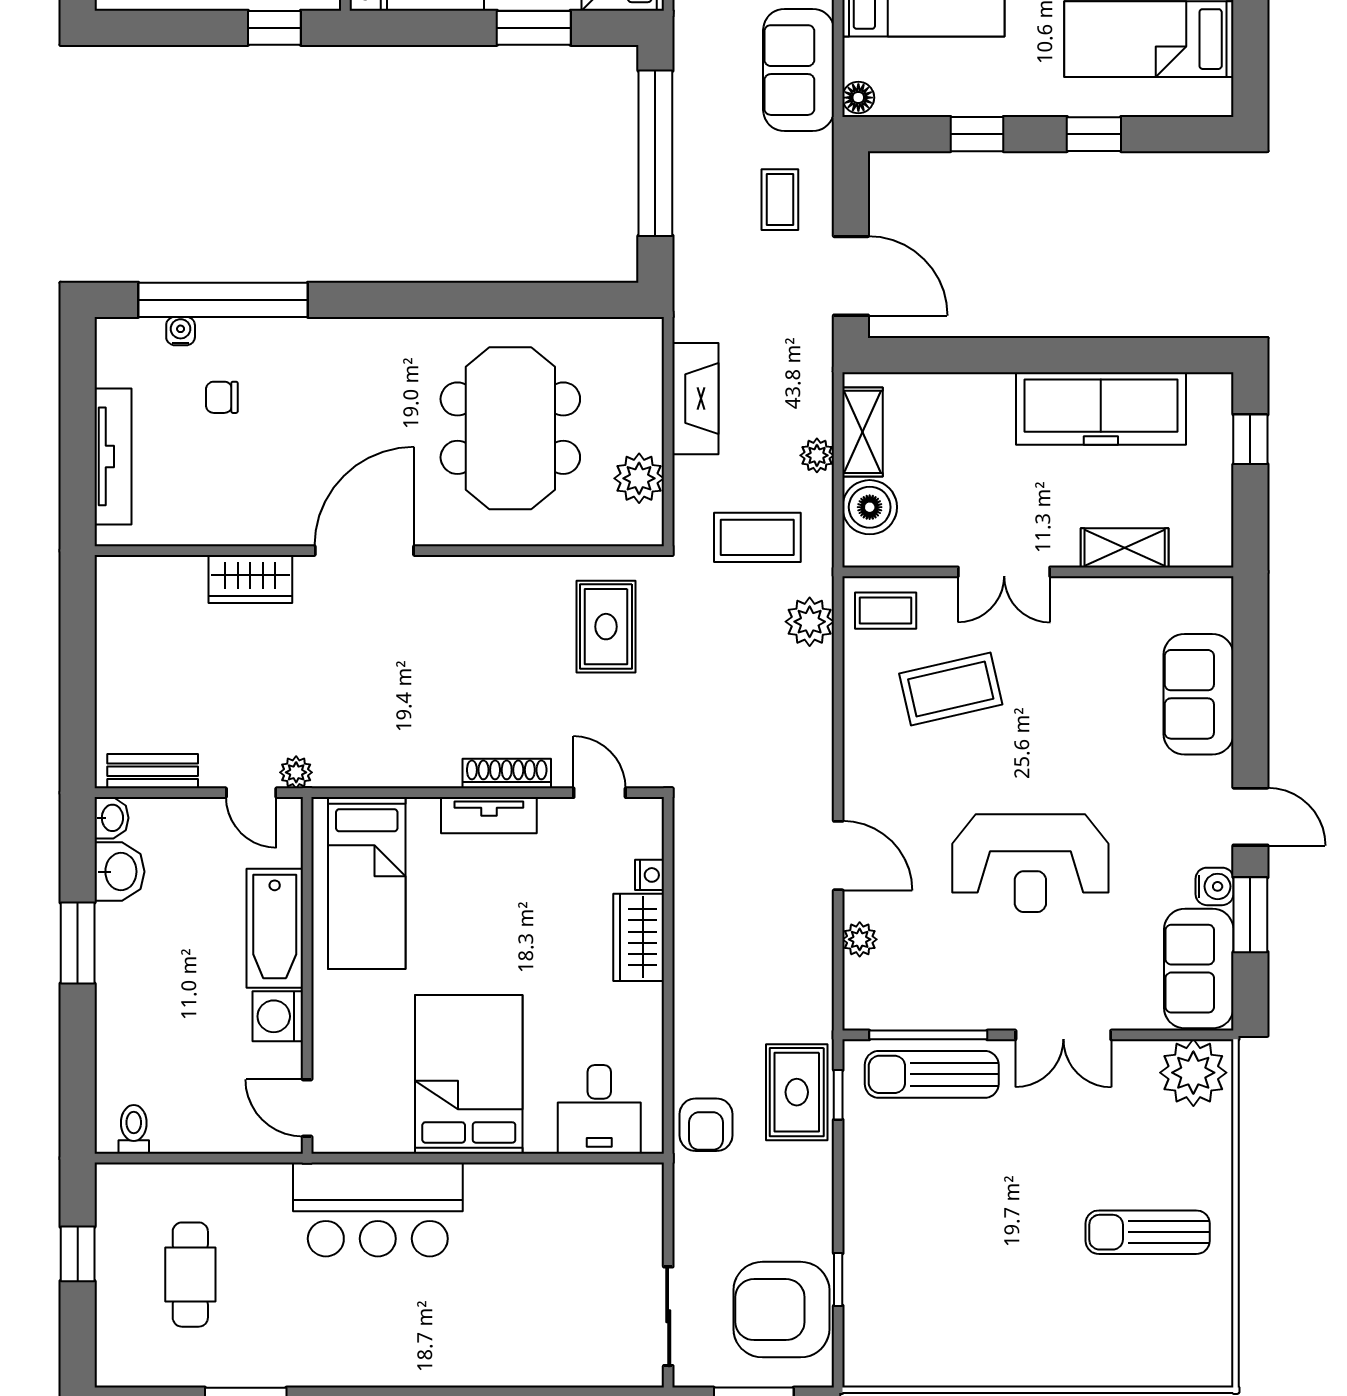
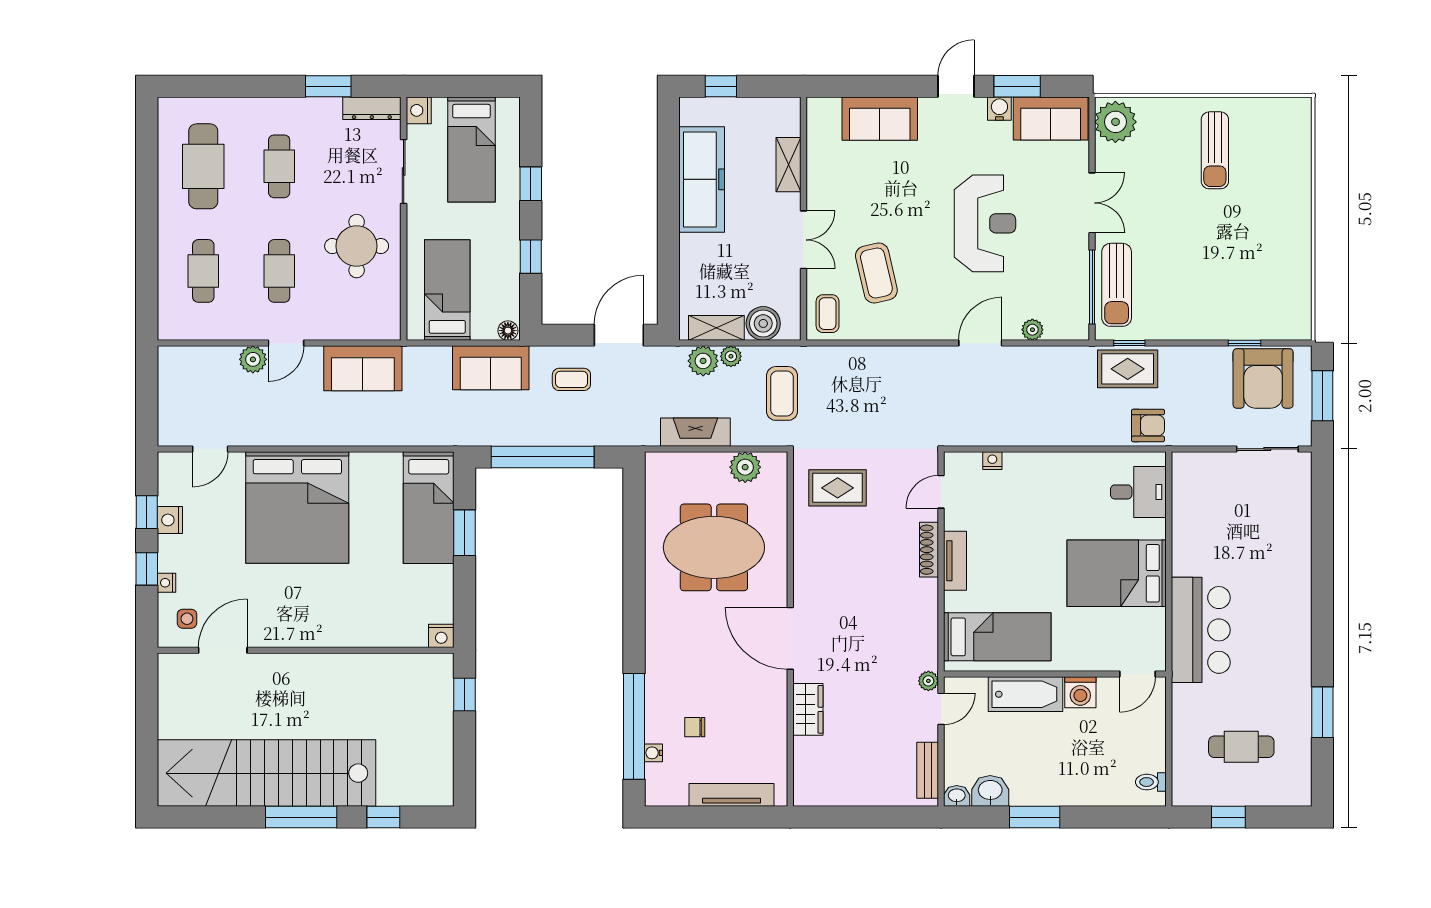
chair: (222, 397) -> (695, 727), turned 90
plant: (810, 622) -> (703, 361), moved
wardrobe: (639, 937) -> (1031, 467), removed

